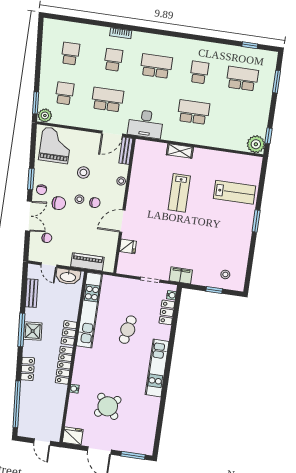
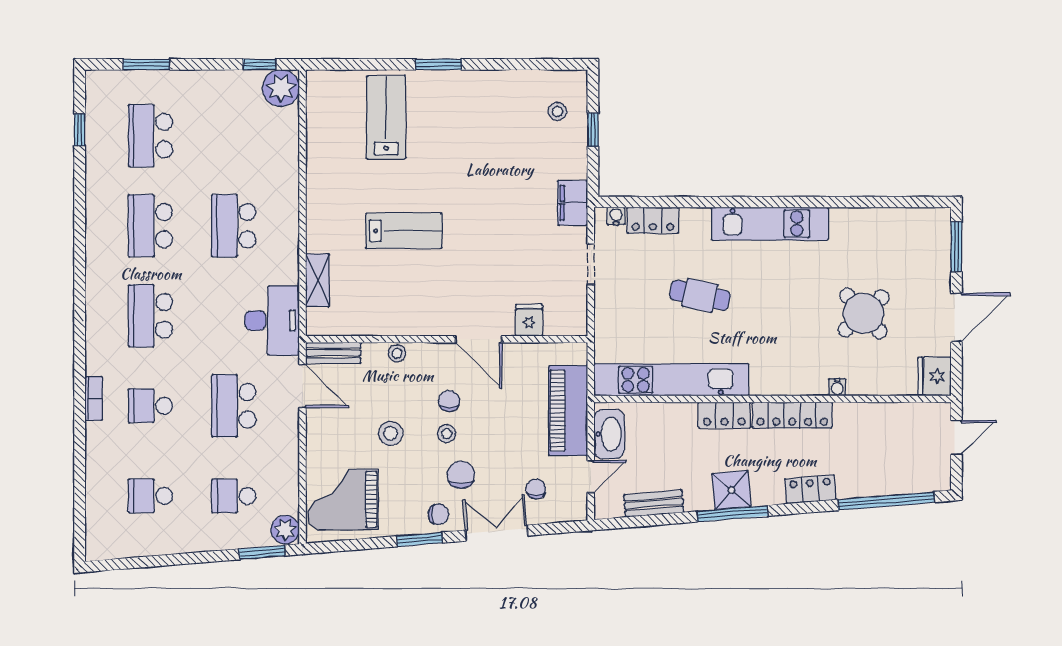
school desk: (199, 72) -> (150, 226), width x1.85
shelving: (180, 151) -> (317, 280), moved
piano: (87, 262) -> (568, 411), width x1.37, depth x1.33

